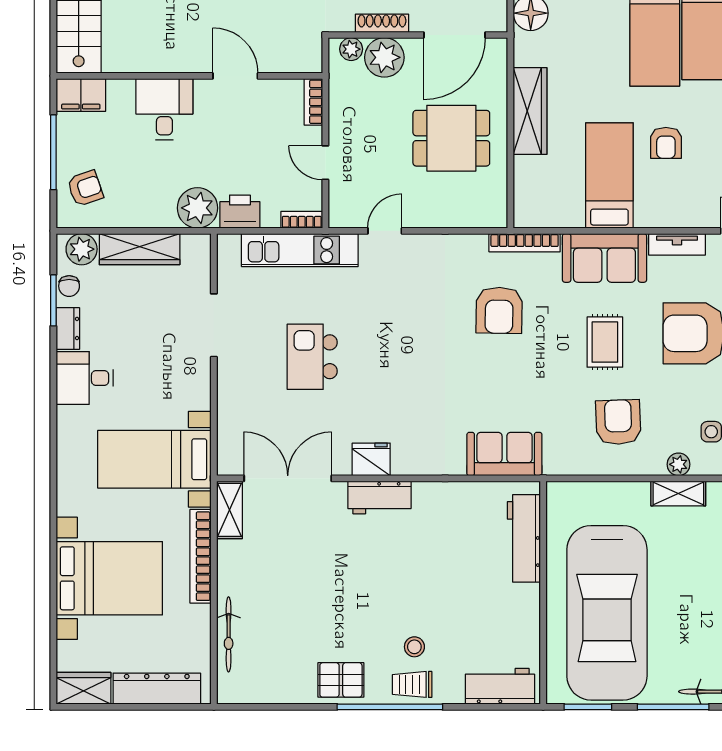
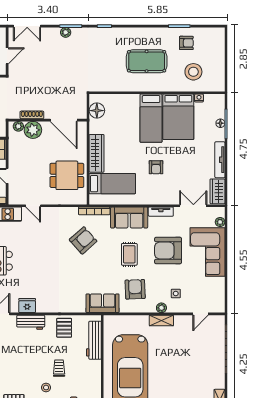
door: (454, 35) -> (64, 120), hinge flipped
dining table: (451, 138) -> (67, 175), moved
bed: (609, 175) -> (112, 184), moved, turned 90
door: (385, 231) -> (33, 206), swing flipped
armchair: (499, 310) -> (83, 240), turned -133
sofa: (504, 454) -> (103, 303), moved
pallet: (456, 510) -> (64, 328), added
trolley: (444, 602) -> (59, 368), added

